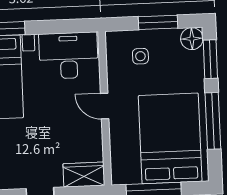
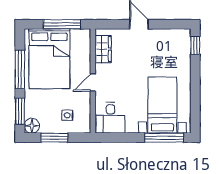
desk: (69, 56) -> (110, 118), width x0.73
door: (105, 106) -> (93, 82), swing flipped
wardrobe: (84, 175) -> (103, 49), moved, turned -90

